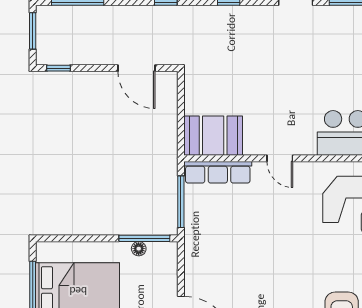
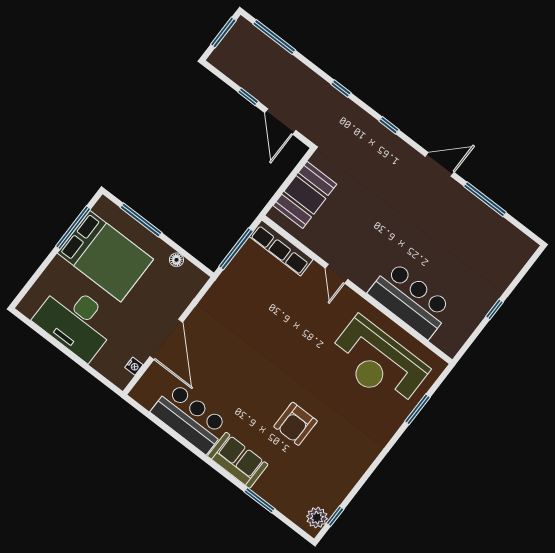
window: (59, 68) -> (248, 97), moved
booth: (213, 136) -> (305, 195), moved, turned 90
window: (144, 238) -> (141, 220), moved

